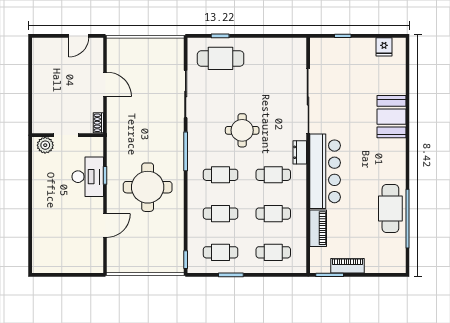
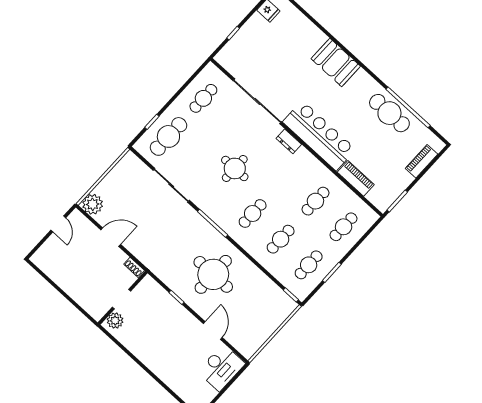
plant: (117, 48) -> (93, 204), added
booth: (391, 117) -> (336, 62), moved
cafe table: (273, 175) -> (203, 98), moved
desk: (88, 177) -> (221, 368), moved, turned 90
piano: (348, 266) -> (421, 161), moved

